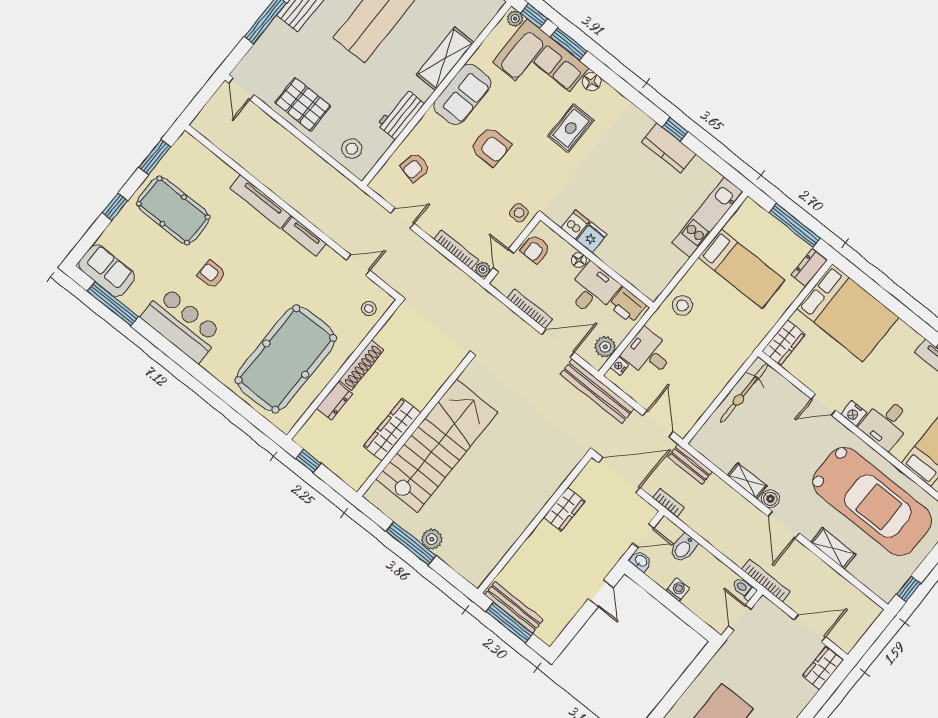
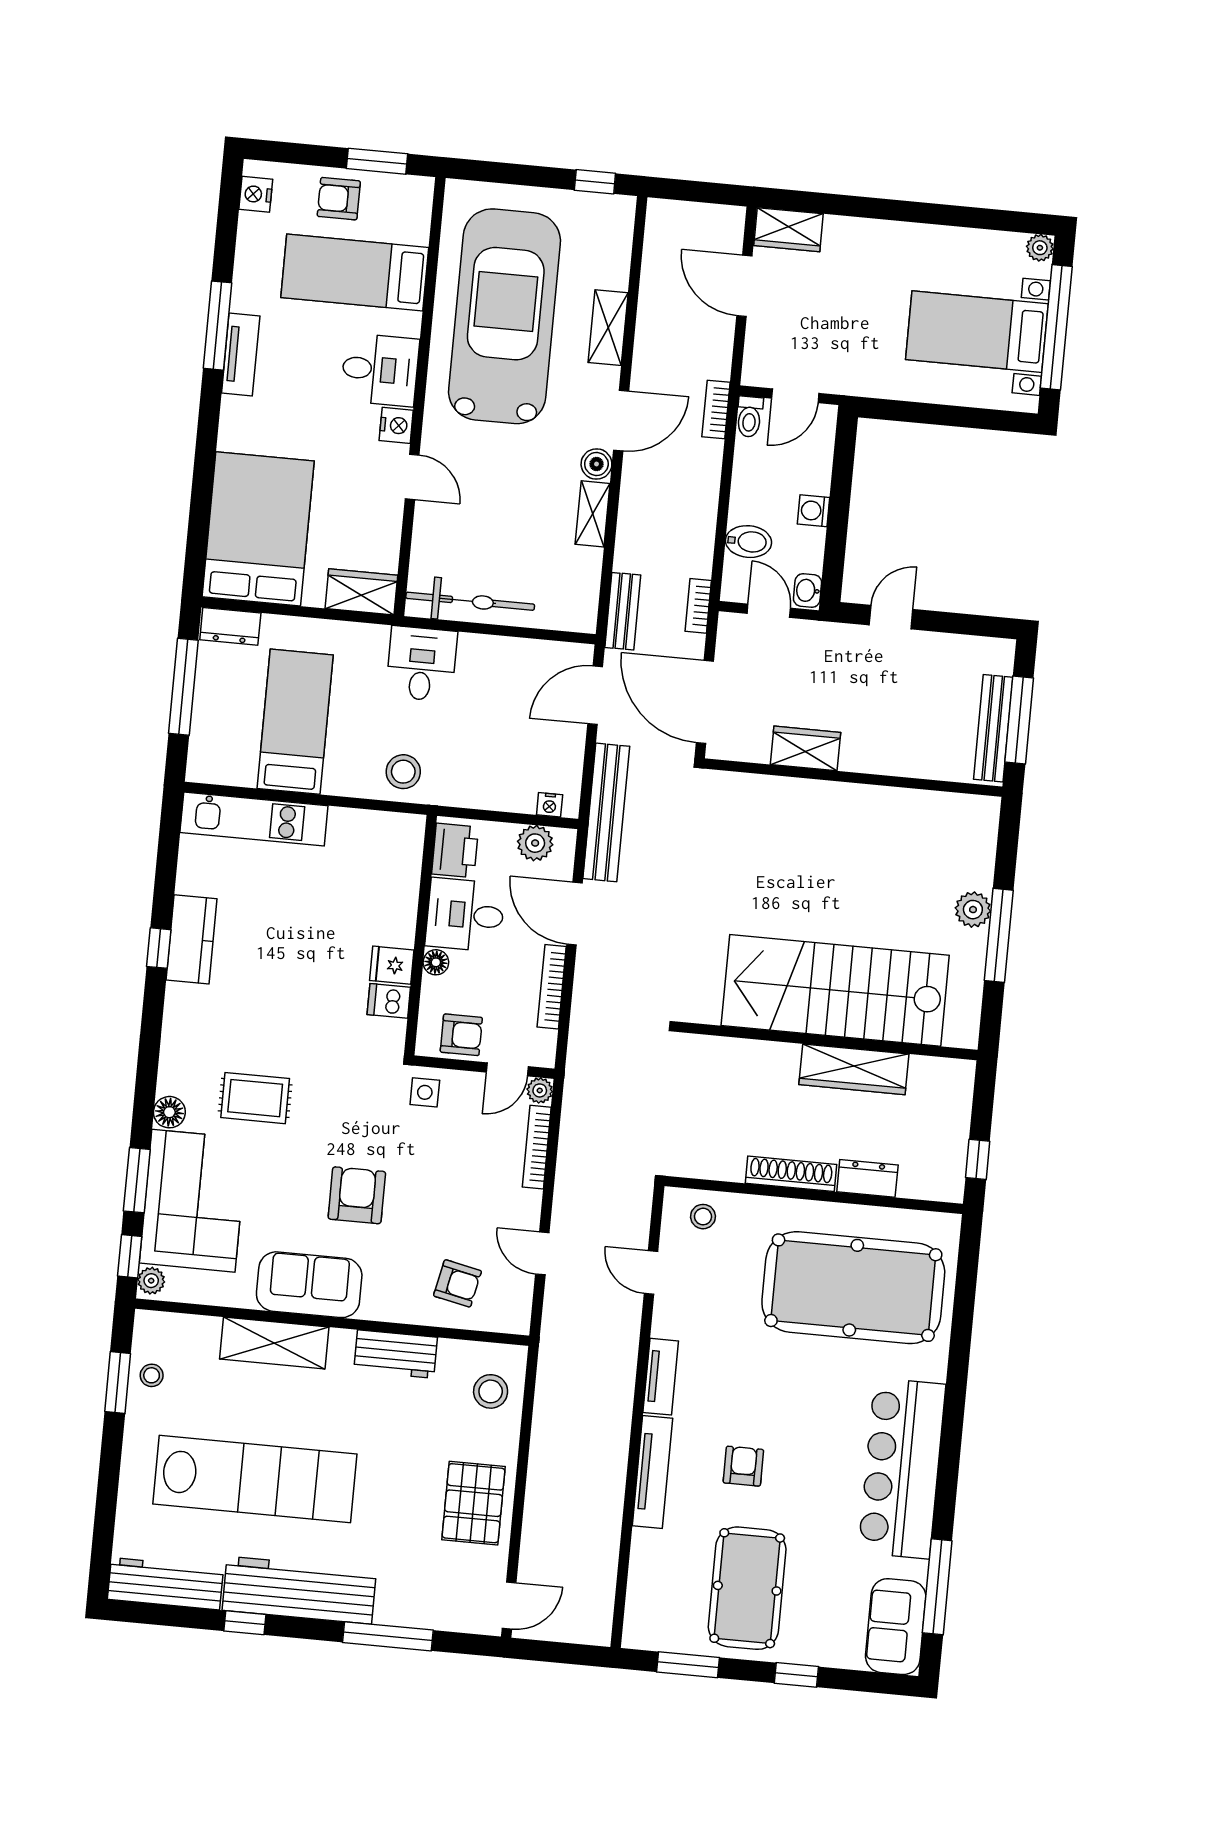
armchair: (212, 274) -> (743, 1466), moved, turned 180
bar counter: (182, 325) -> (902, 1468), width x1.36
desk: (648, 353) -> (422, 664), moved, turned 180
bookcase: (766, 580) -> (716, 410), width x0.64

